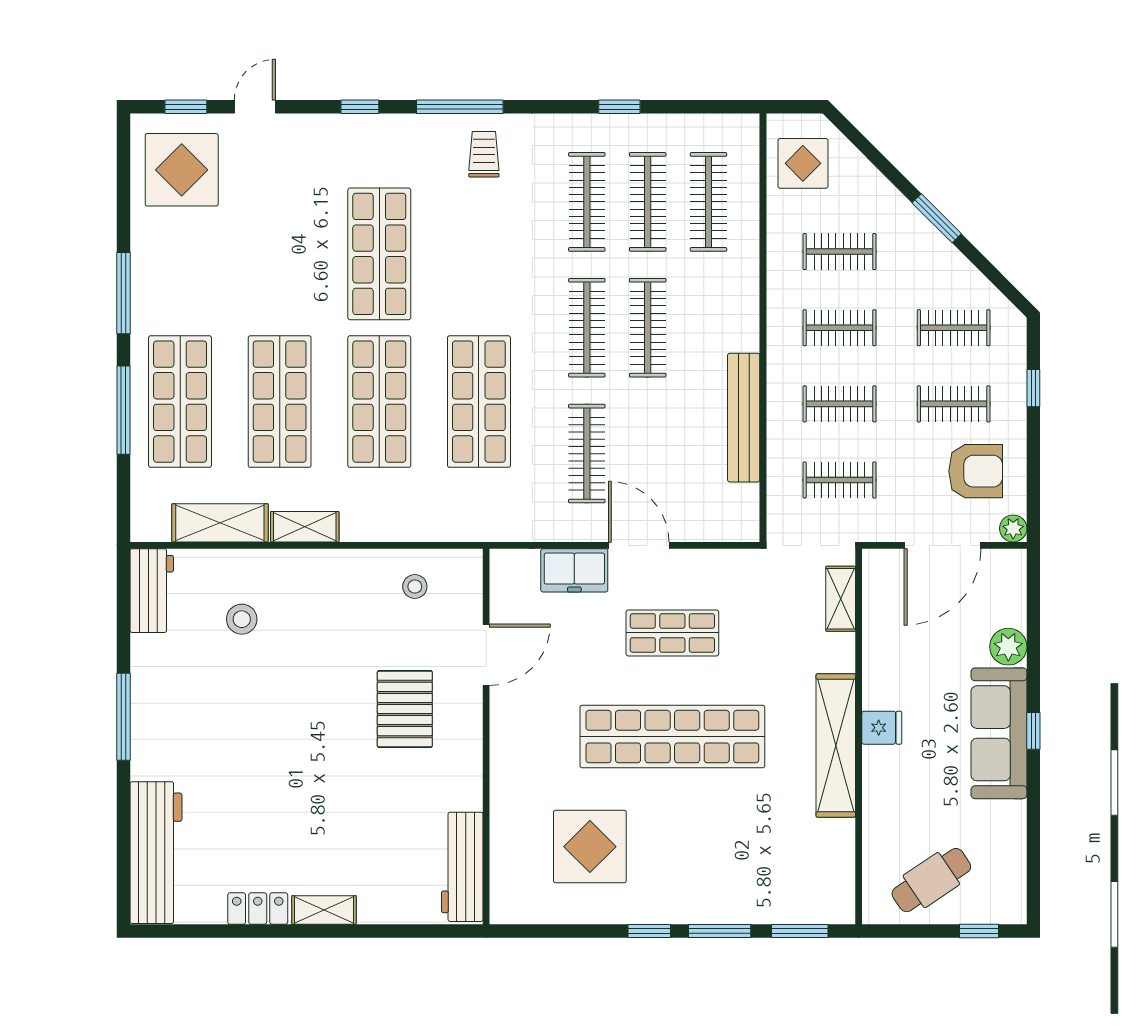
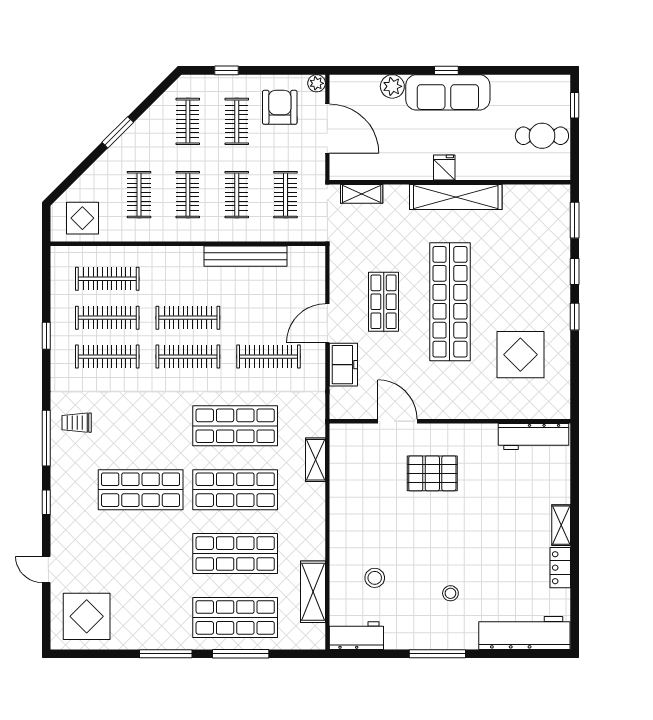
window: (186, 107) -> (46, 614), removed
shelving: (305, 527) -> (315, 460), moved
stool: (415, 586) -> (450, 593), moved
cafe table: (931, 880) -> (542, 136), turned -56
window: (720, 931) -> (575, 271), width x0.67

